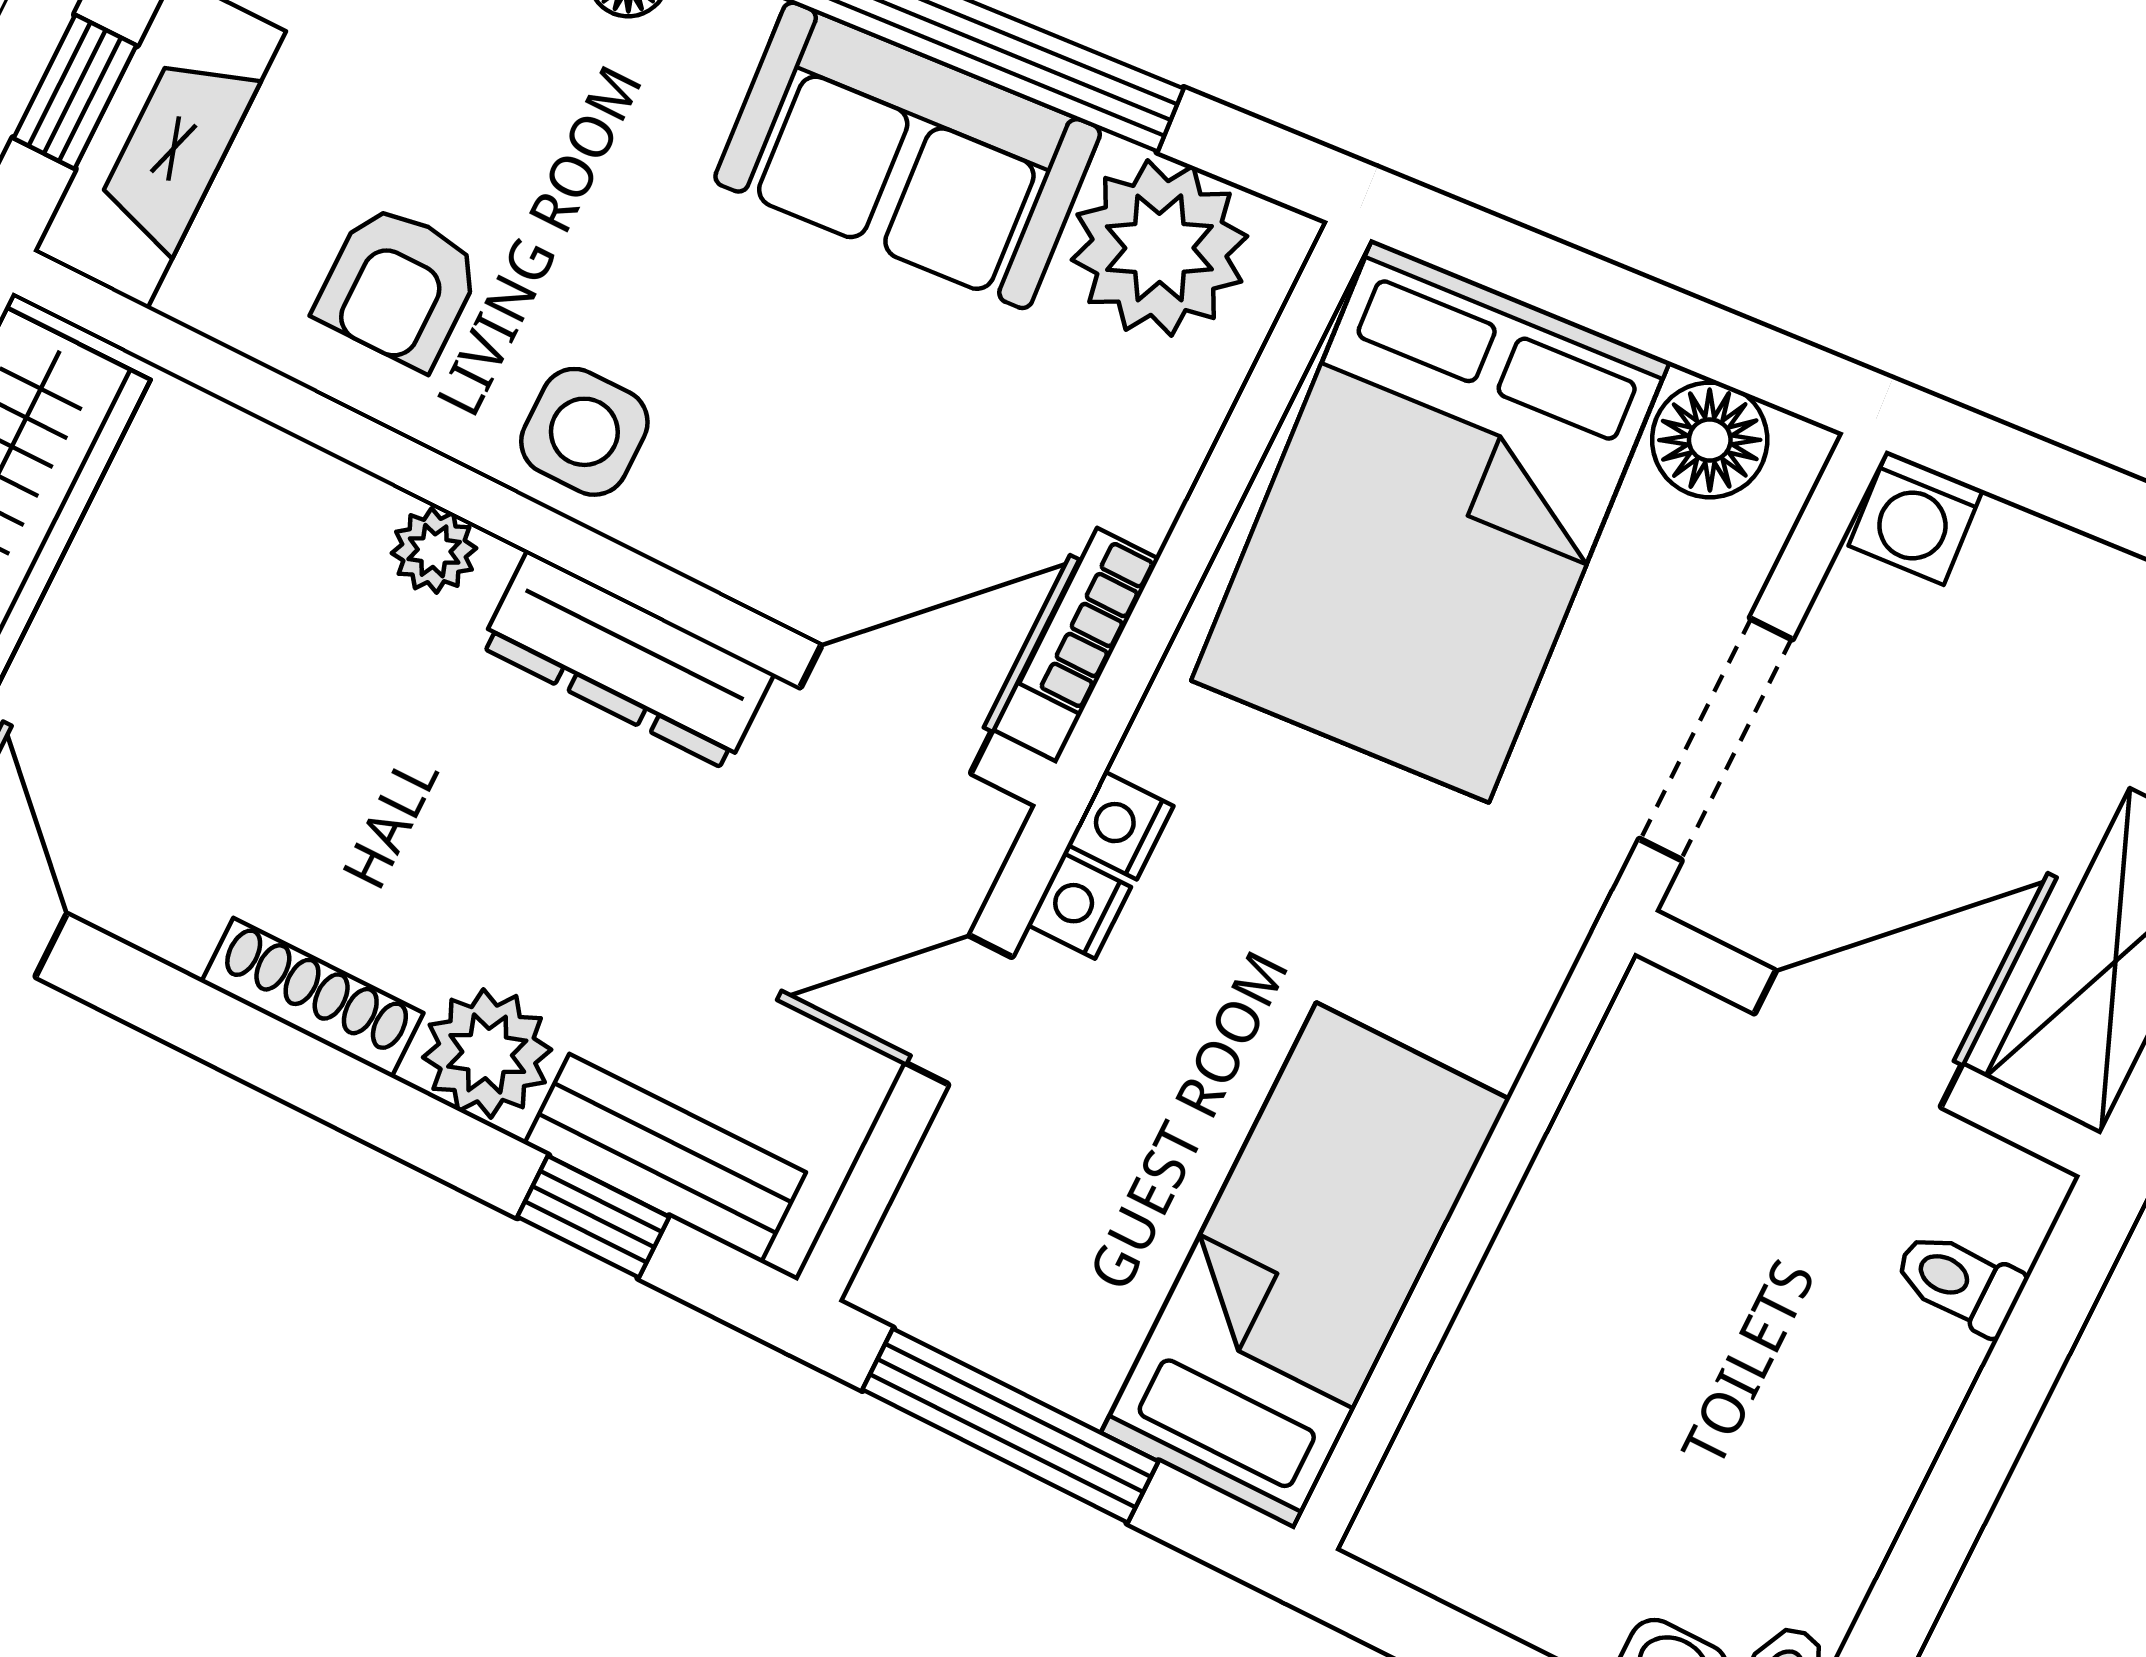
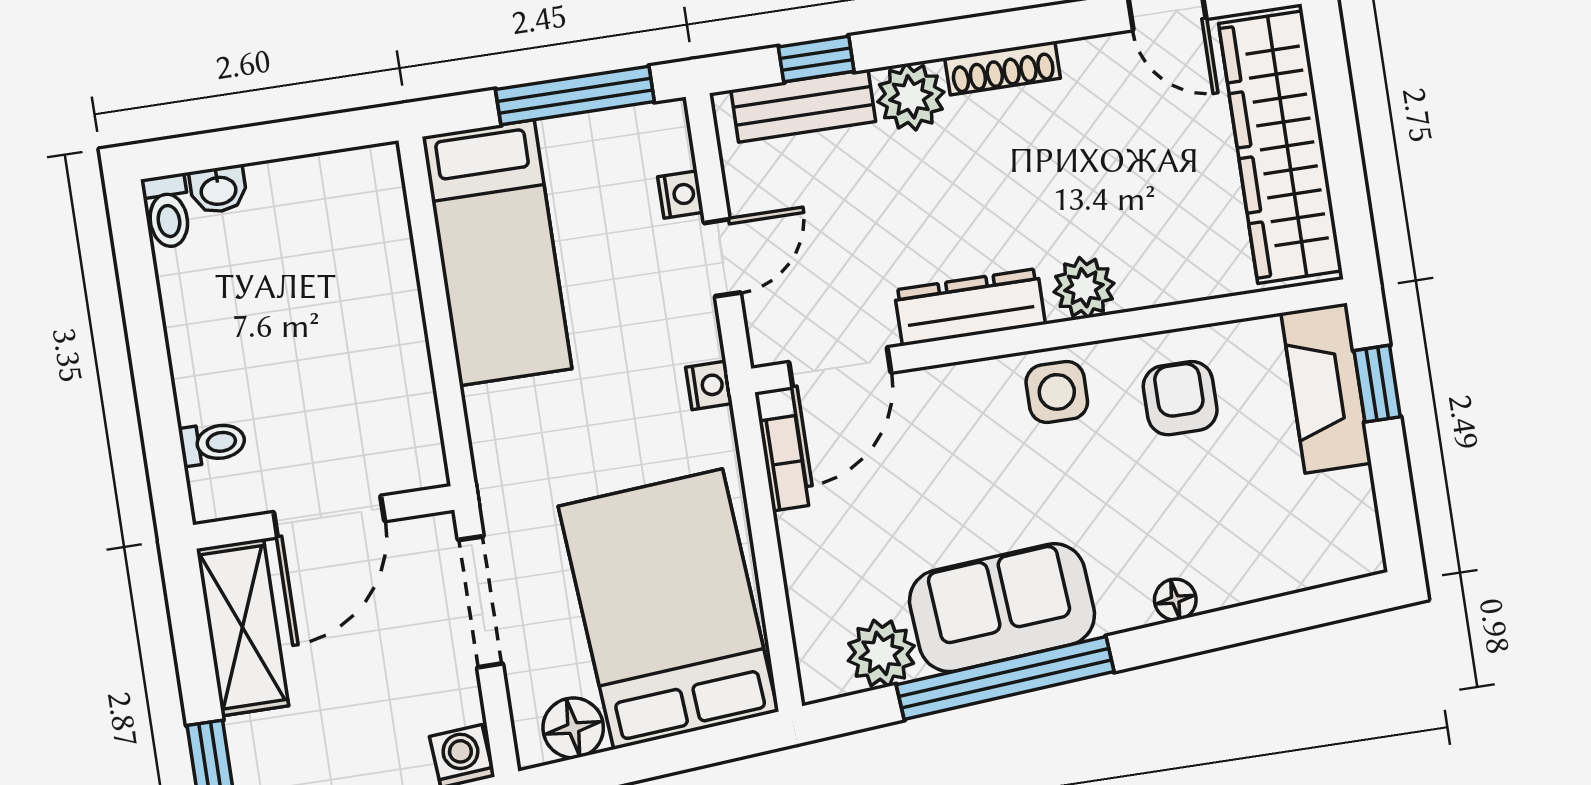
plant: (1159, 248) -> (881, 653), width x0.73, depth x0.73
plant: (434, 551) -> (1084, 288), width x1.38, depth x1.38
nightstand: (1079, 906) -> (681, 194), moved

